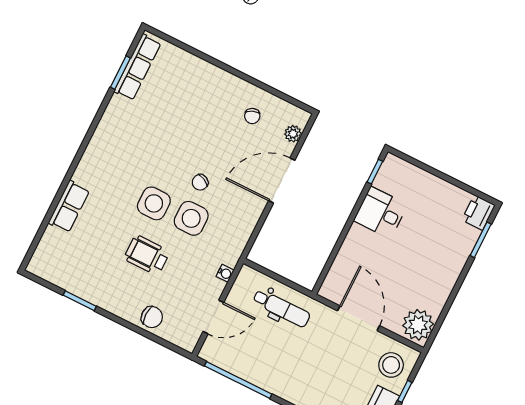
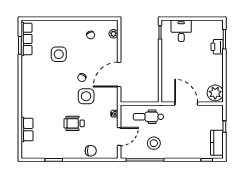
door: (282, 180) -> (119, 75), moved
side table: (154, 203) -> (59, 54), moved
row of seats: (69, 207) -> (27, 130), moved
desk: (381, 213) -> (181, 31), moved, turned 90
printer: (478, 213) -> (217, 47), moved
dental chair: (282, 308) -> (148, 117), turned 180
stool: (391, 365) -> (154, 143), moved

